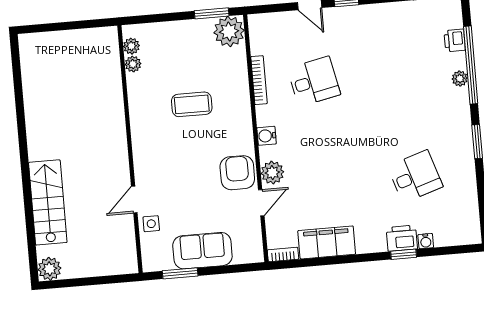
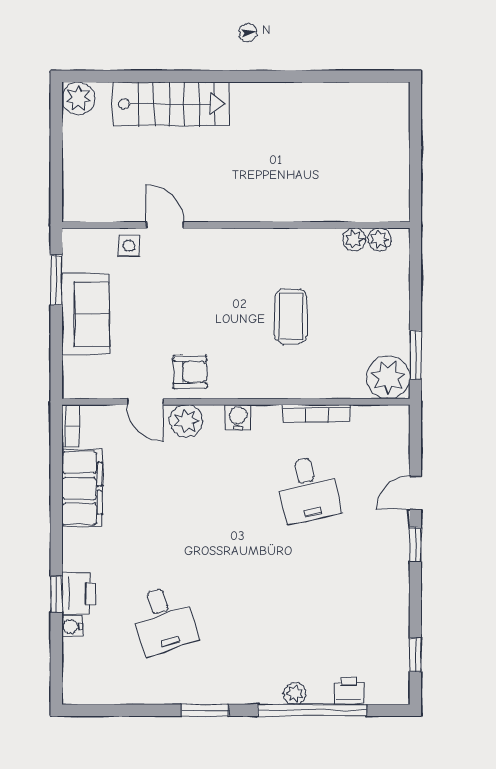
armchair: (237, 173) -> (190, 372), width x0.72, depth x0.72

